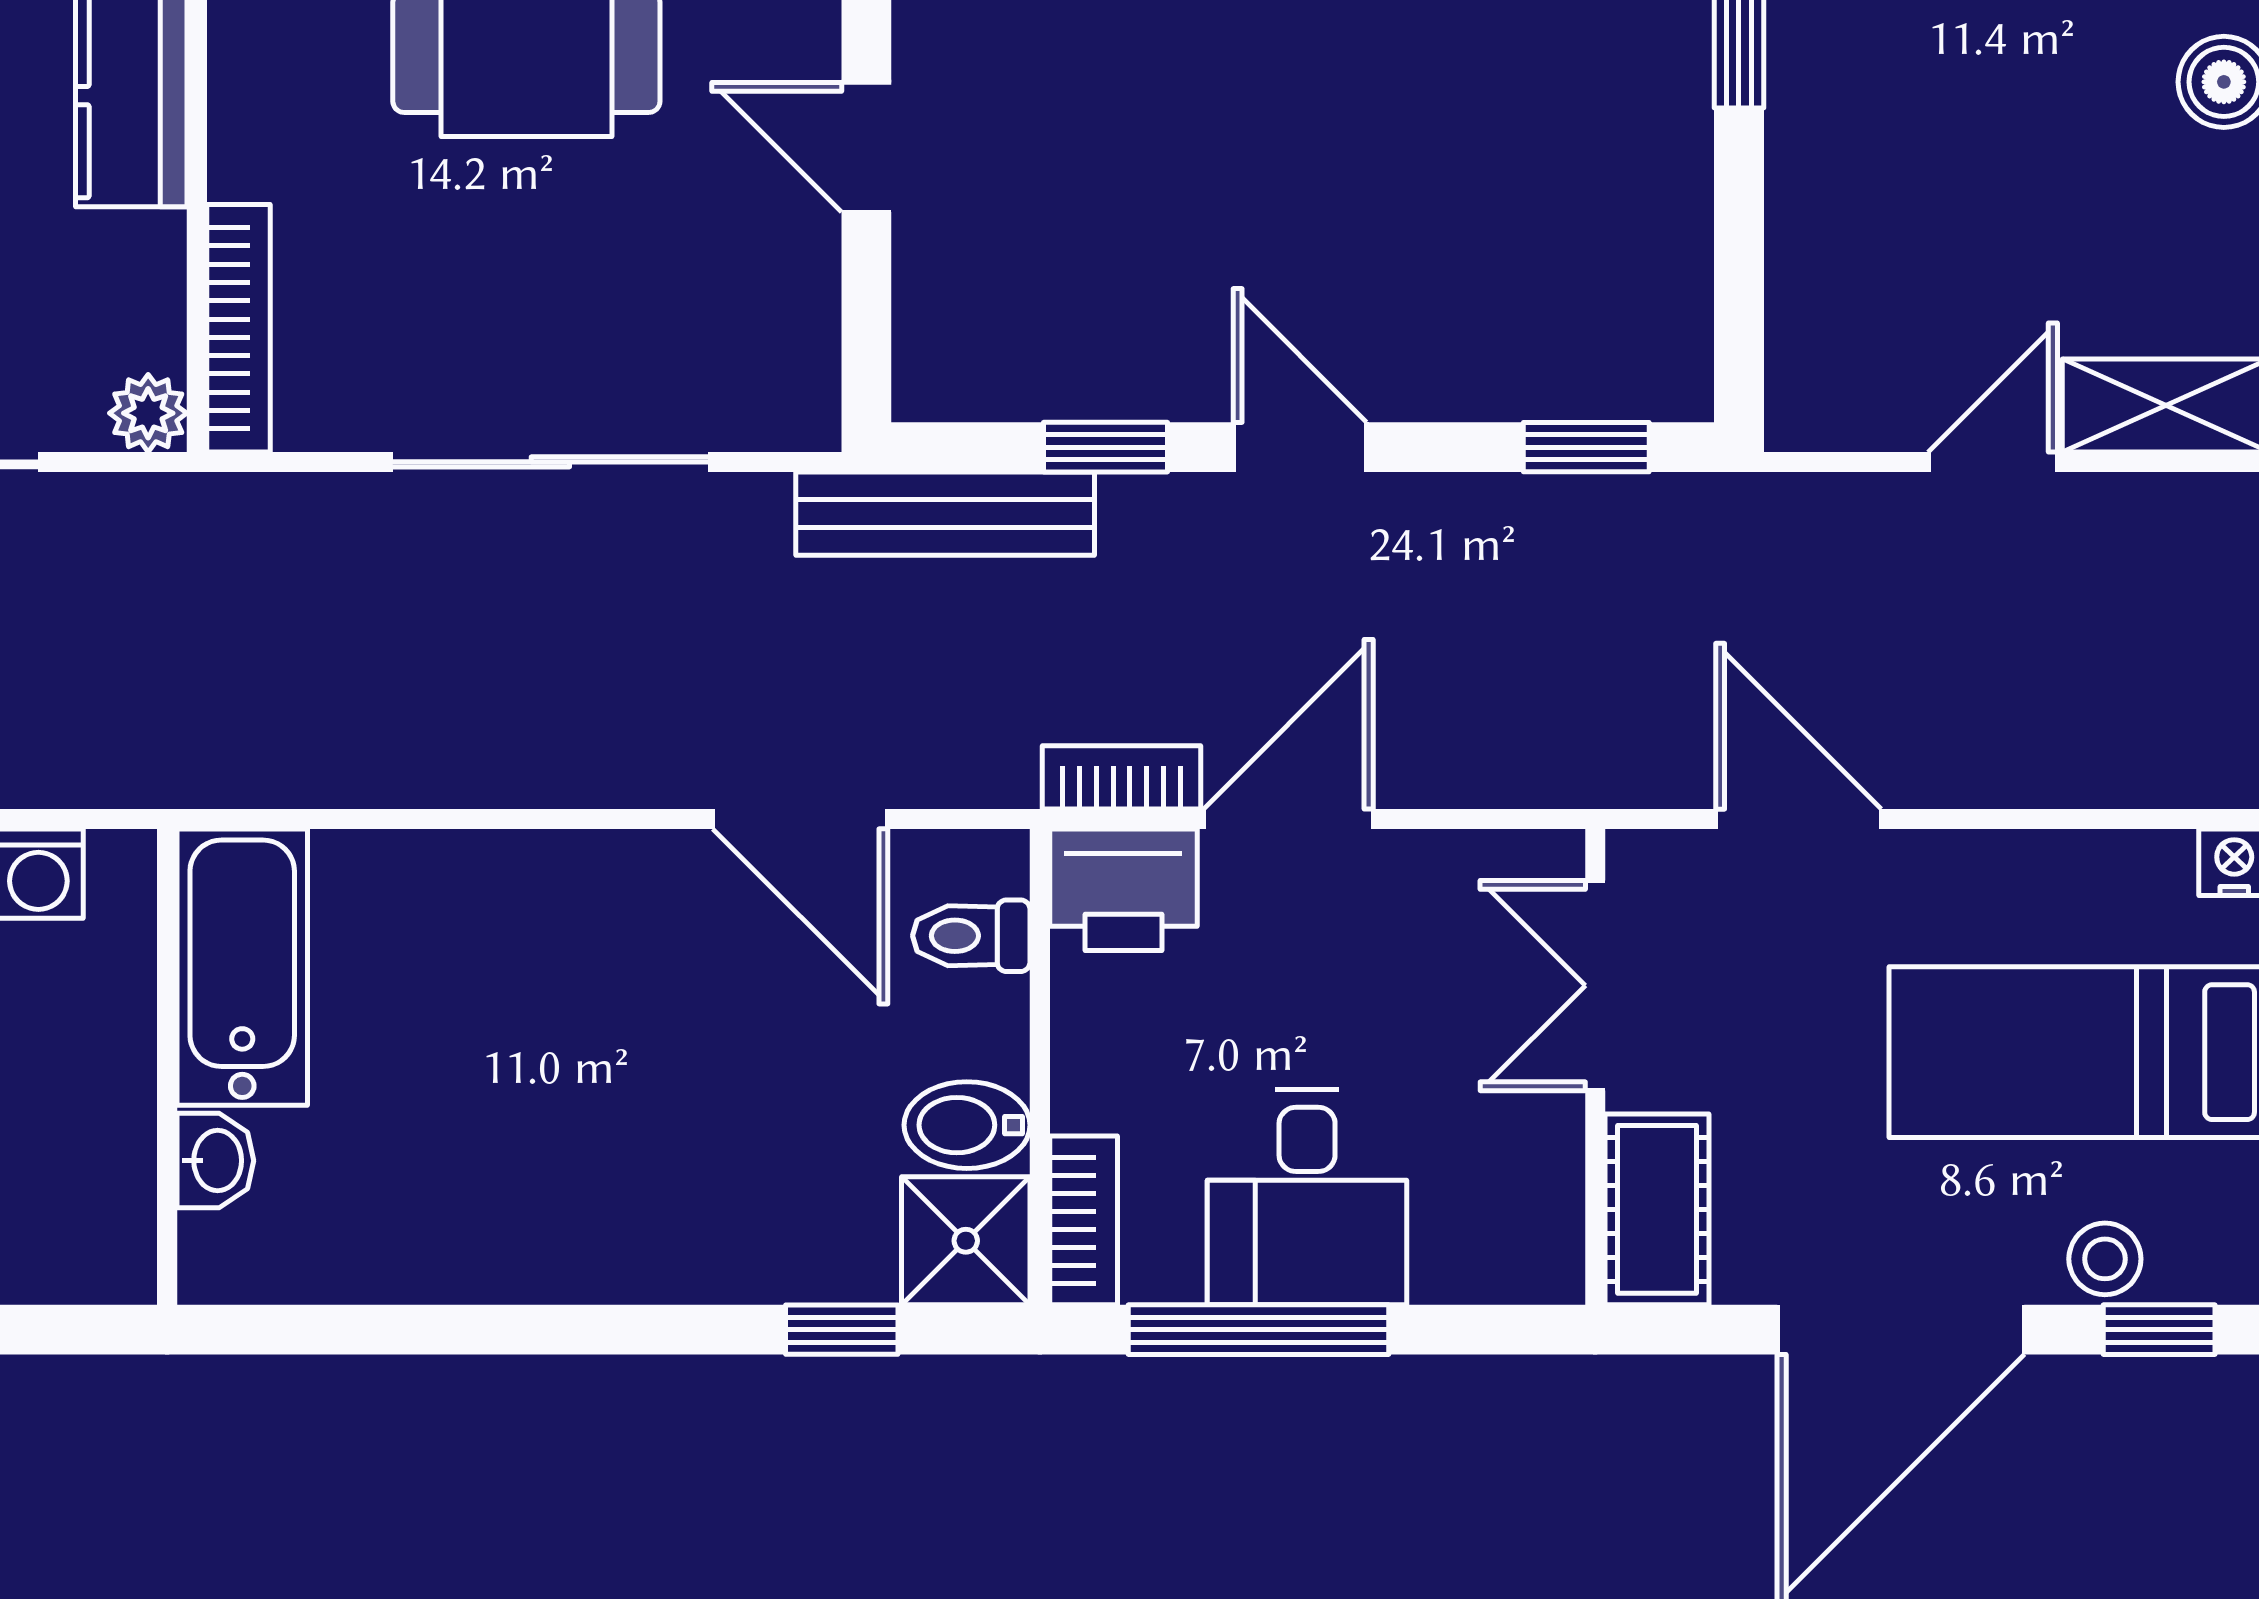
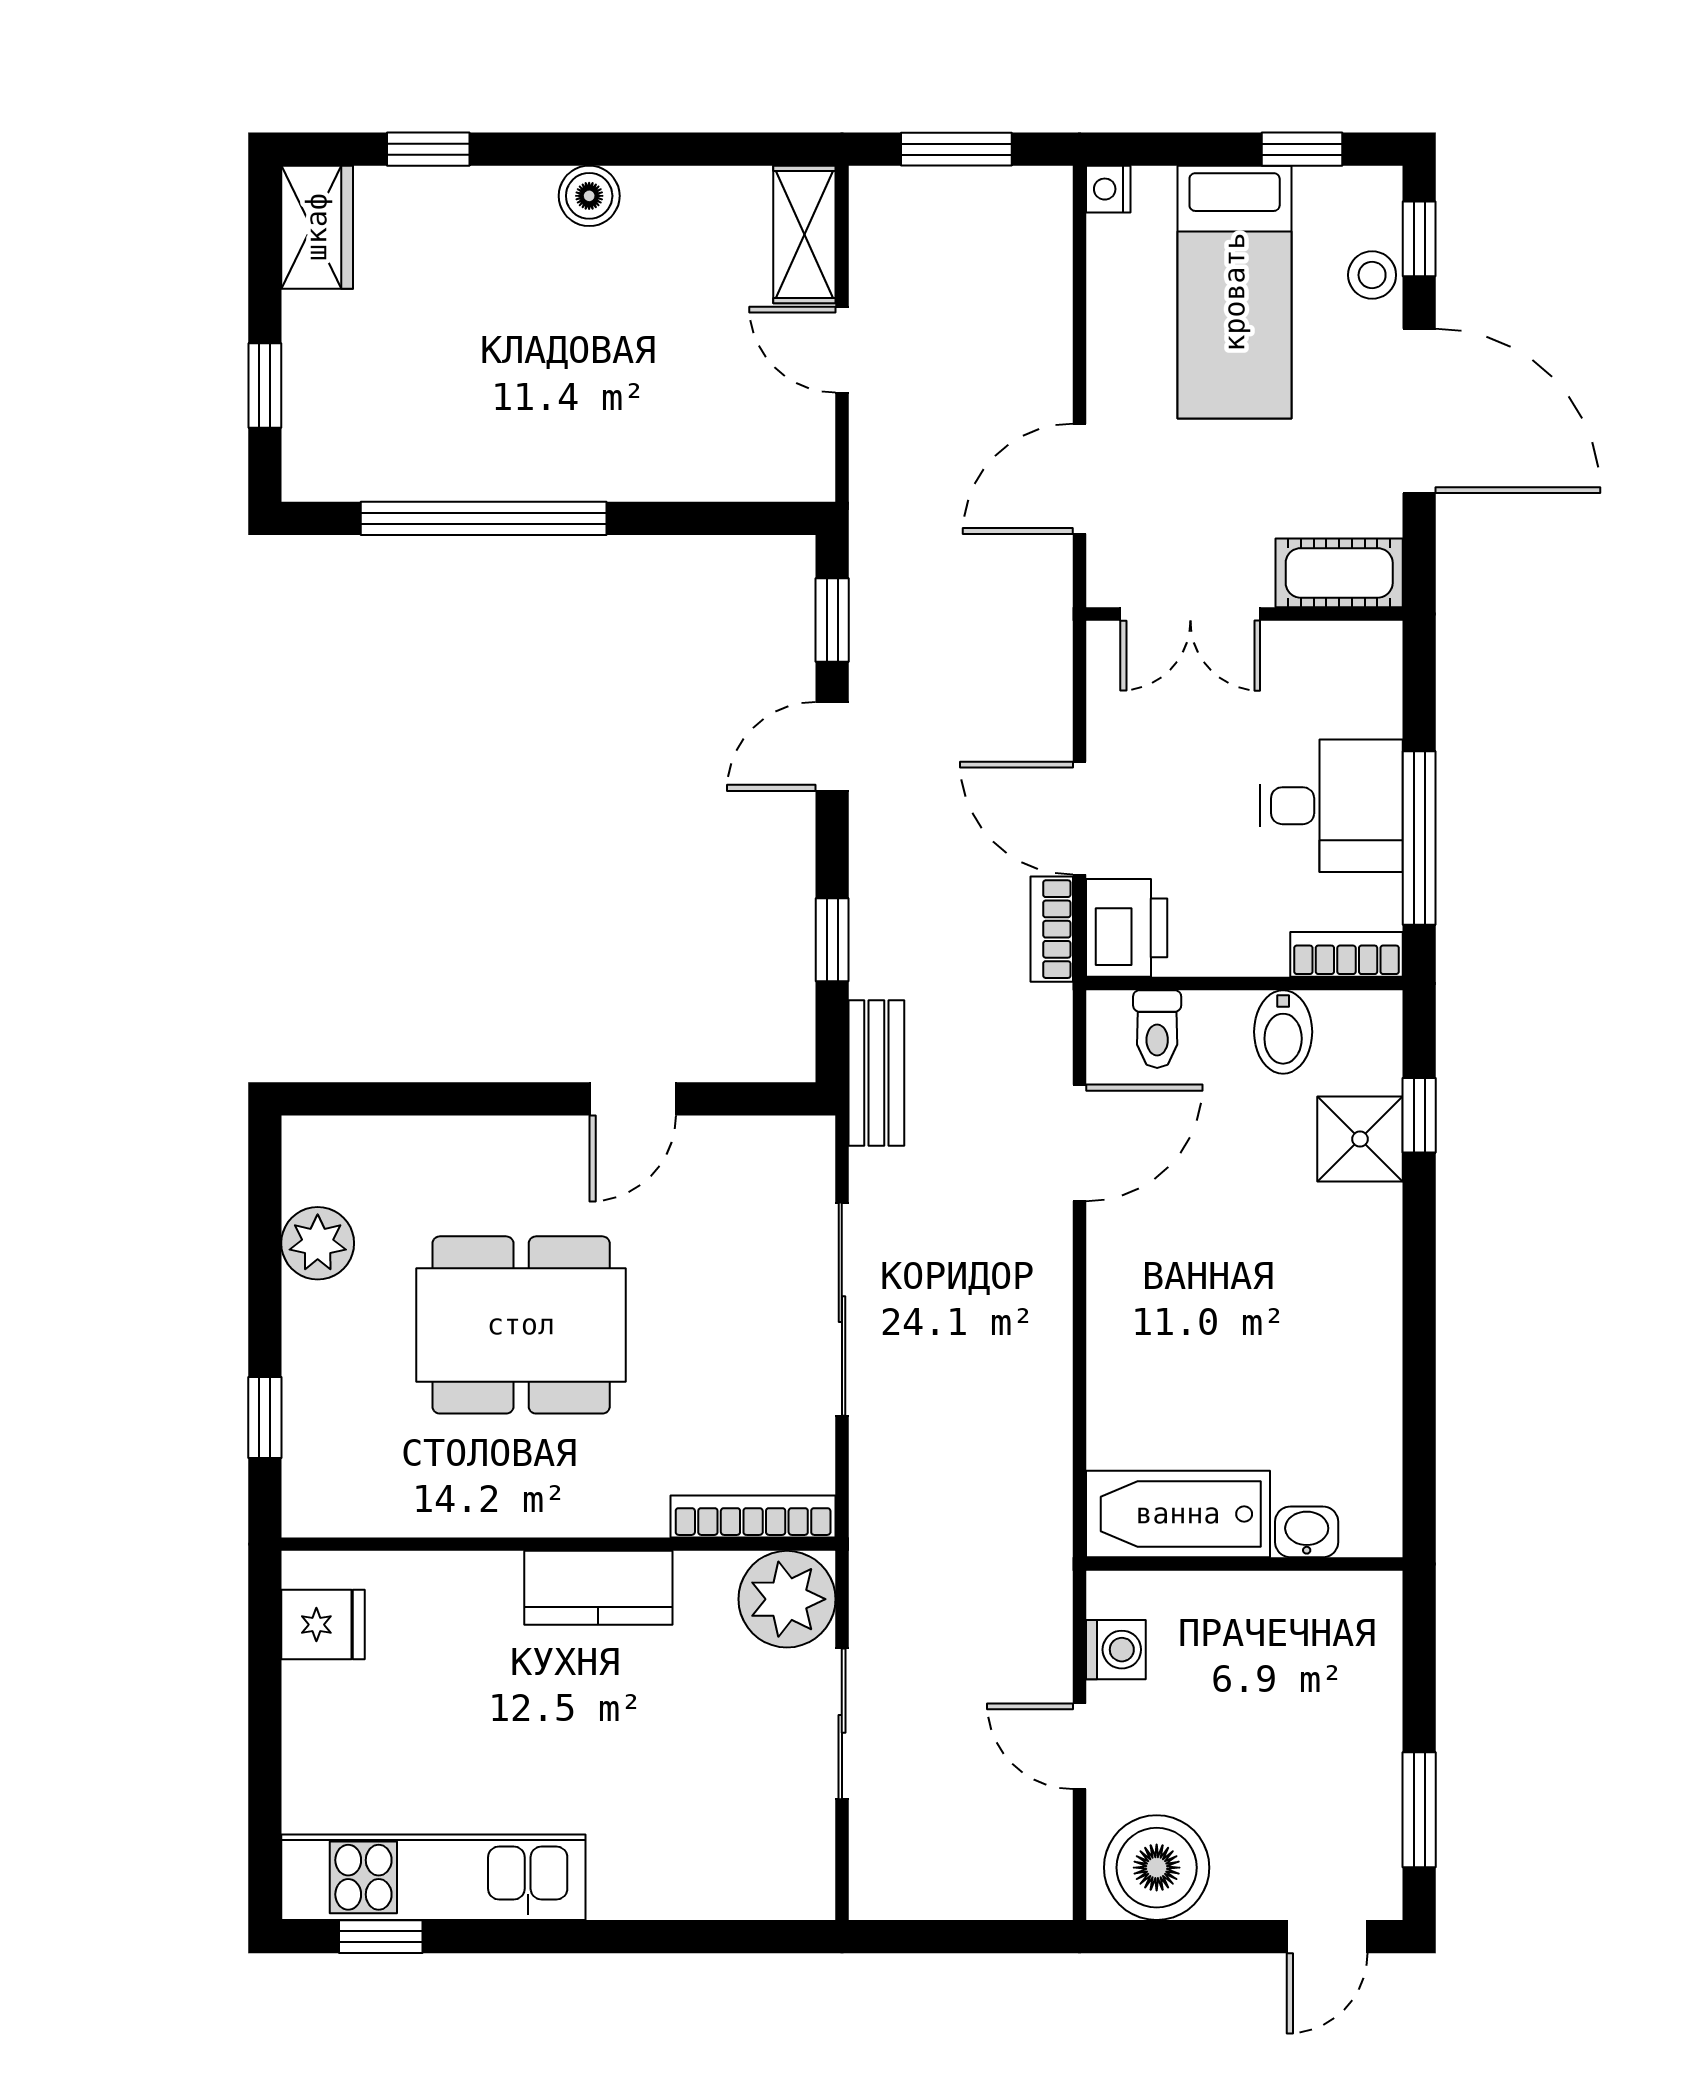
plant: (148, 413) -> (787, 1599), width x1.87, depth x1.87
door: (1300, 447) -> (832, 746), moved
bench: (945, 514) -> (876, 1073), width x0.73
shower: (966, 1241) -> (1360, 1139), moved

